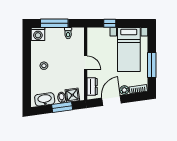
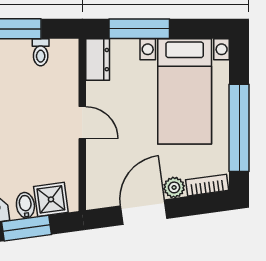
window: (110, 23) -> (139, 29), width x2.17
window: (152, 65) -> (239, 128), width x1.46
dresser: (92, 87) -> (98, 60), moved

